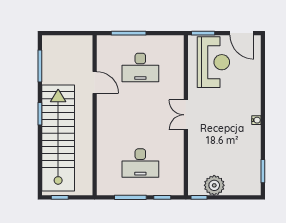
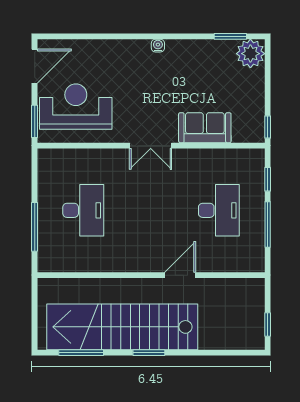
door: (95, 82) -> (180, 275), moved
stairs: (58, 138) -> (122, 327), moved
sofa: (199, 153) -> (205, 128), added
plant: (214, 185) -> (250, 54), moved

